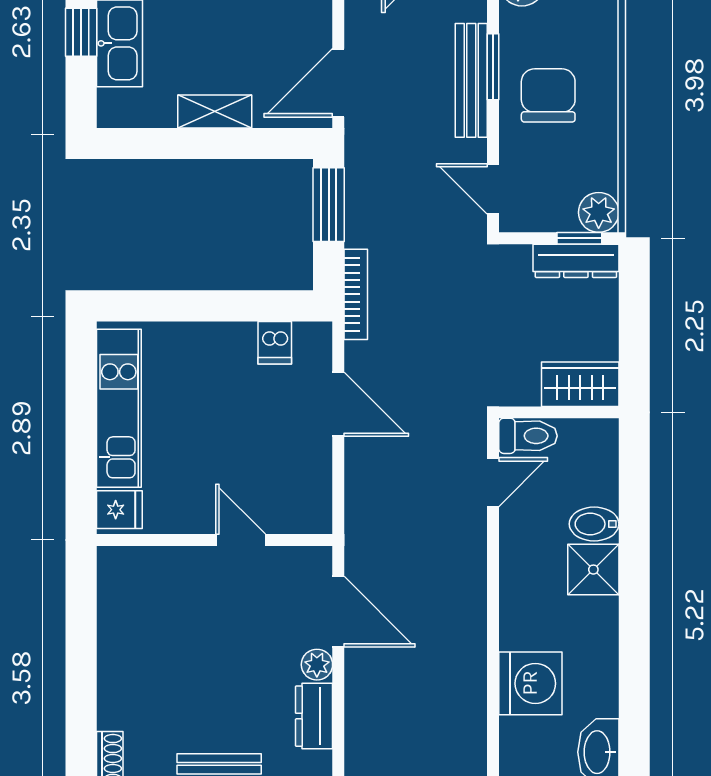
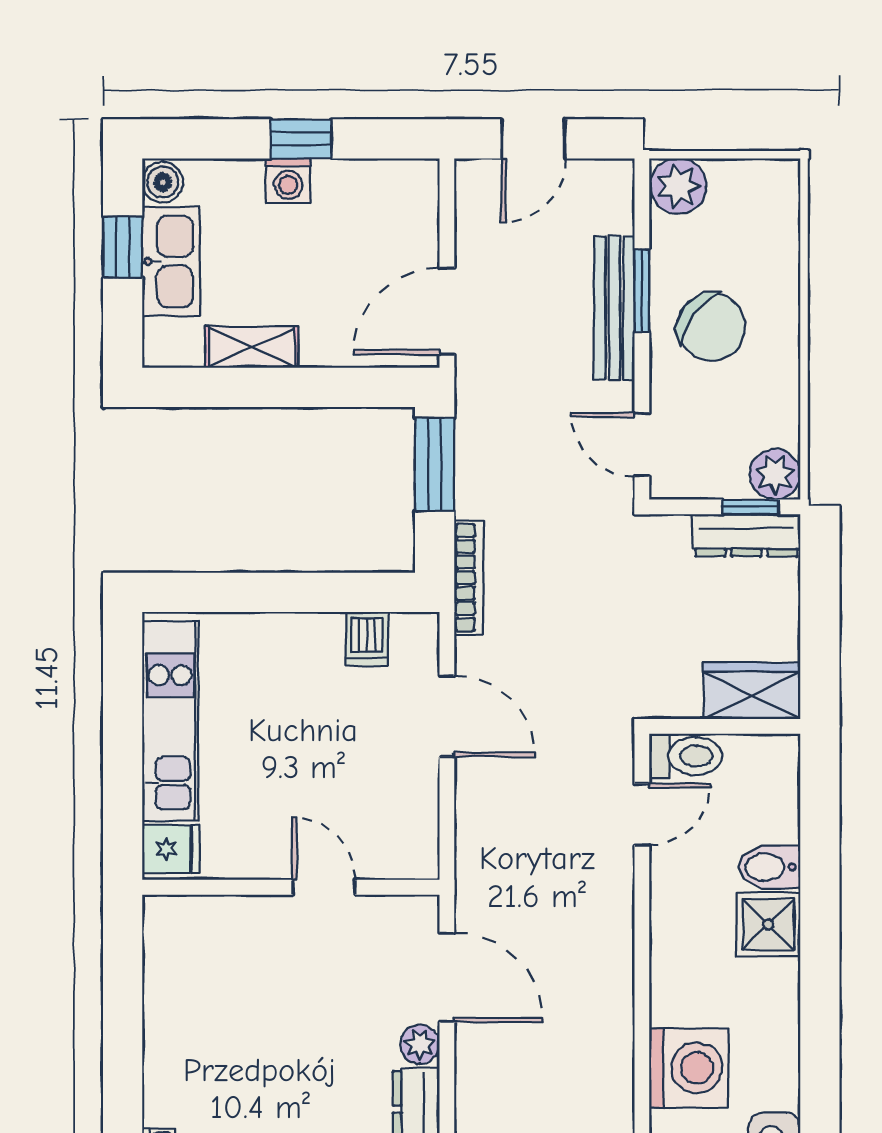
chair: (548, 95) -> (711, 327), turned 127
shelving: (215, 111) -> (252, 347), moved

